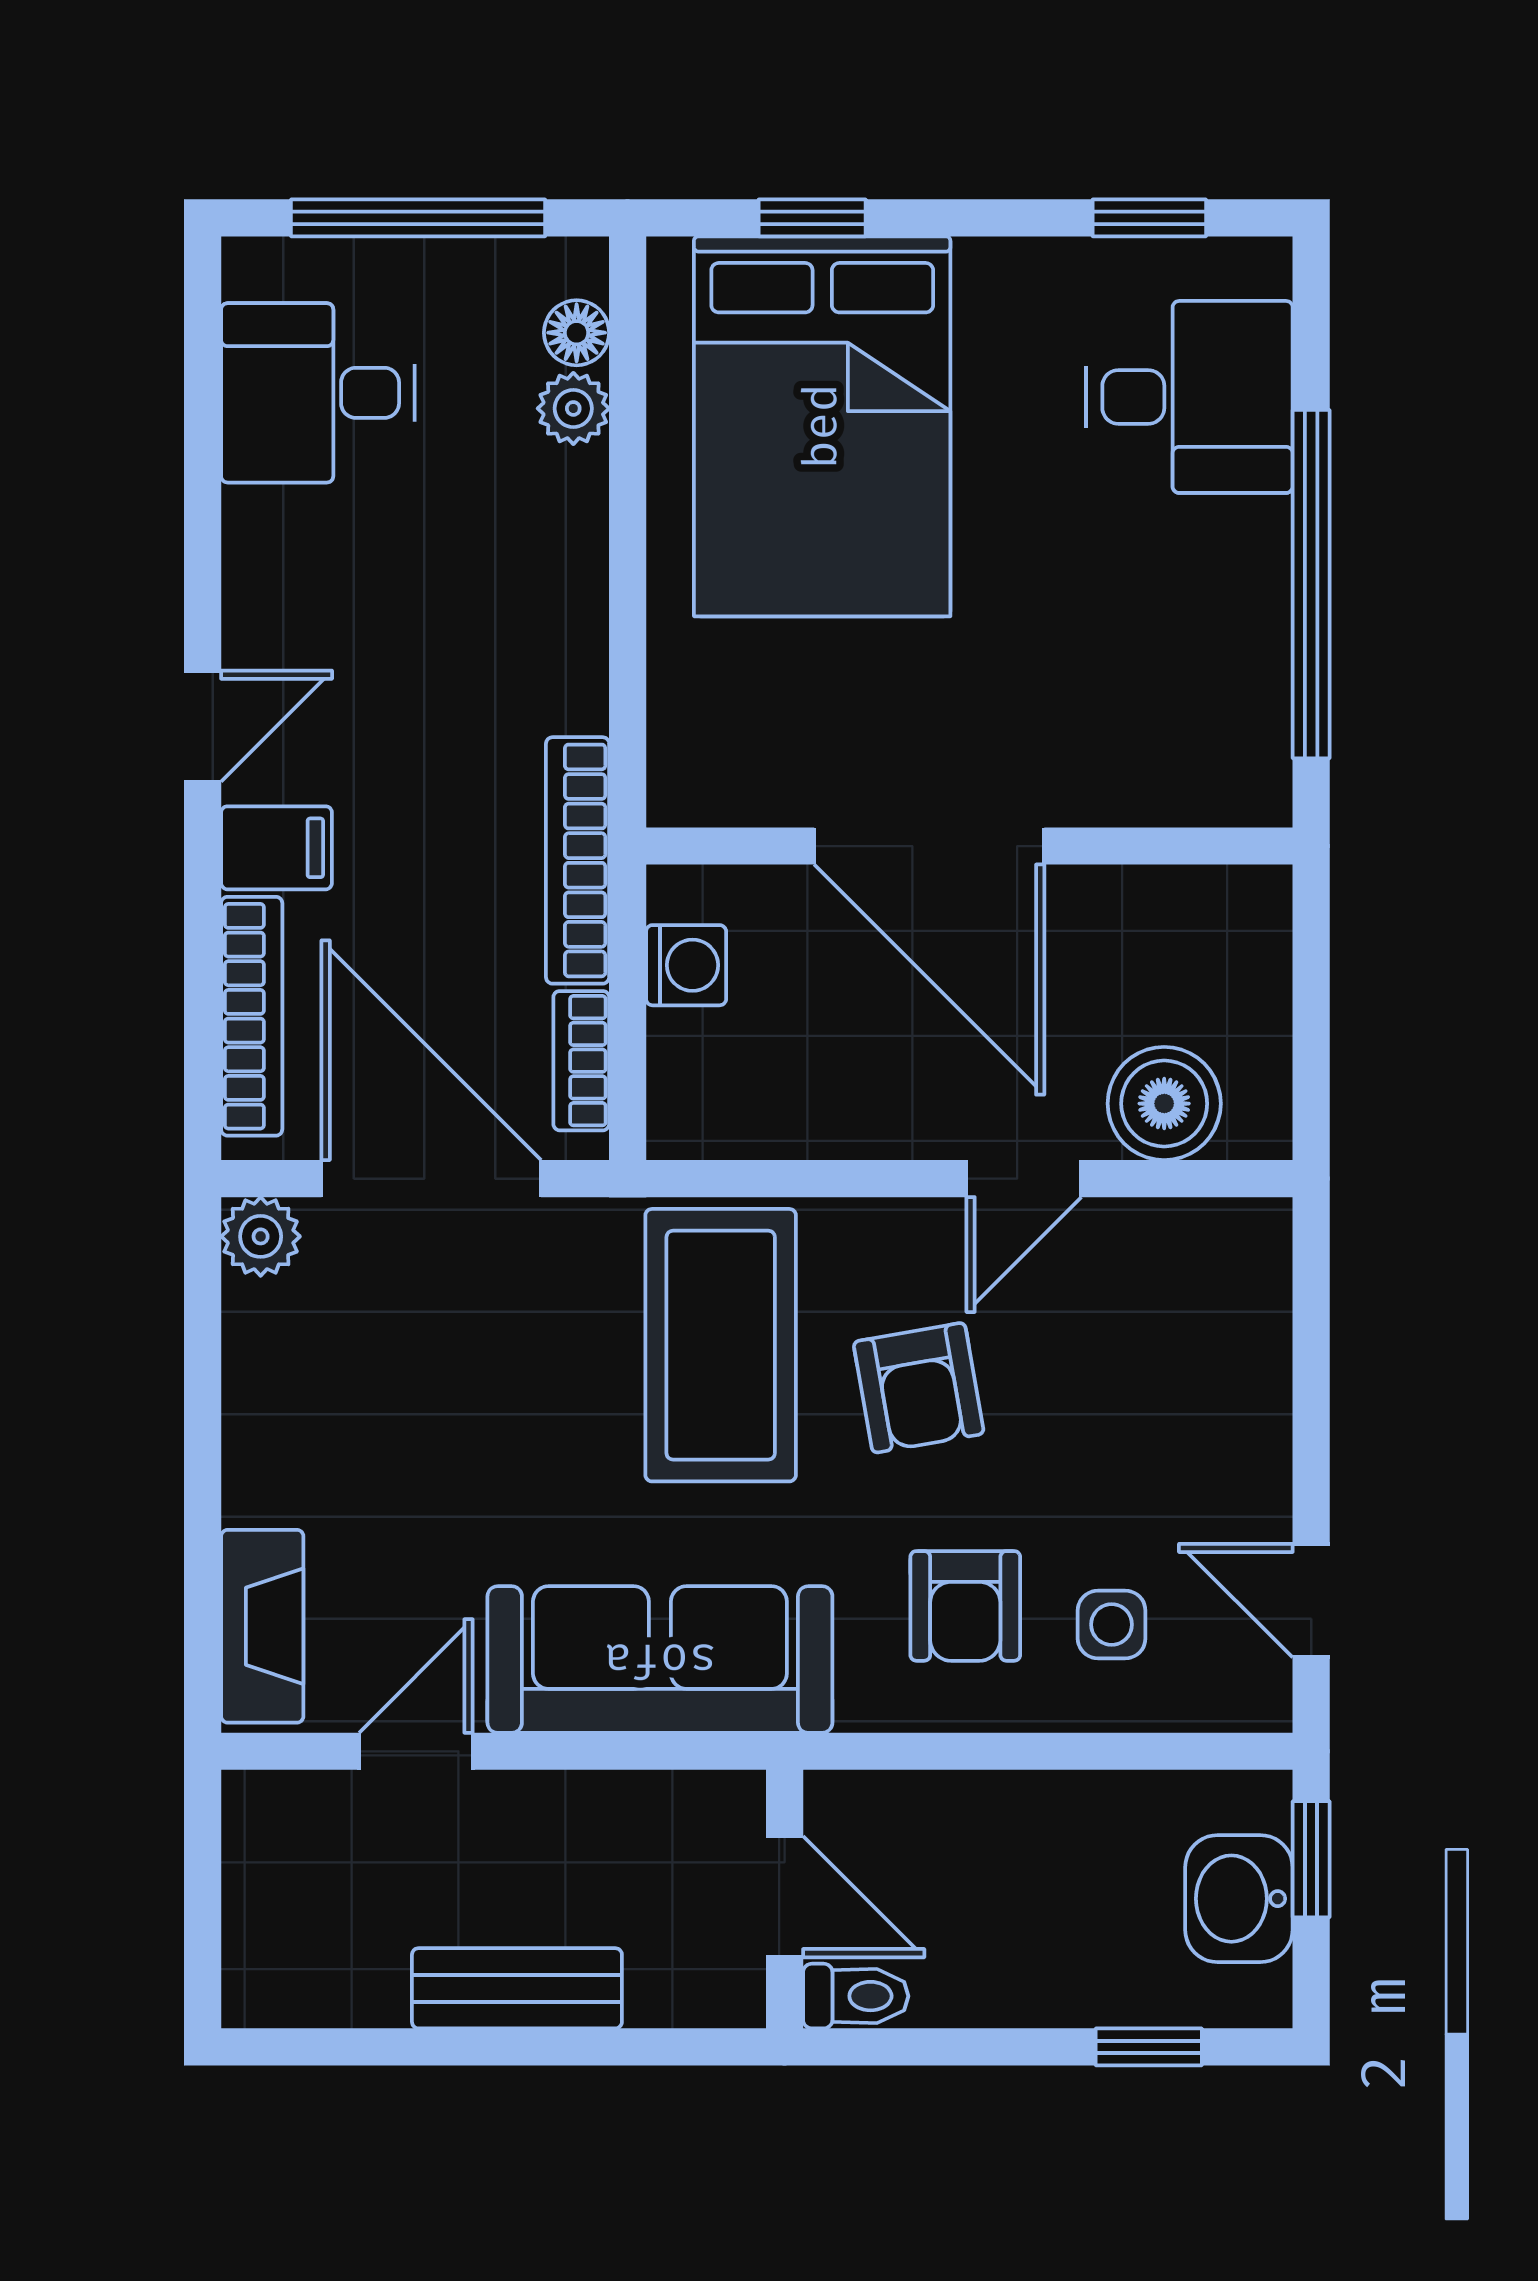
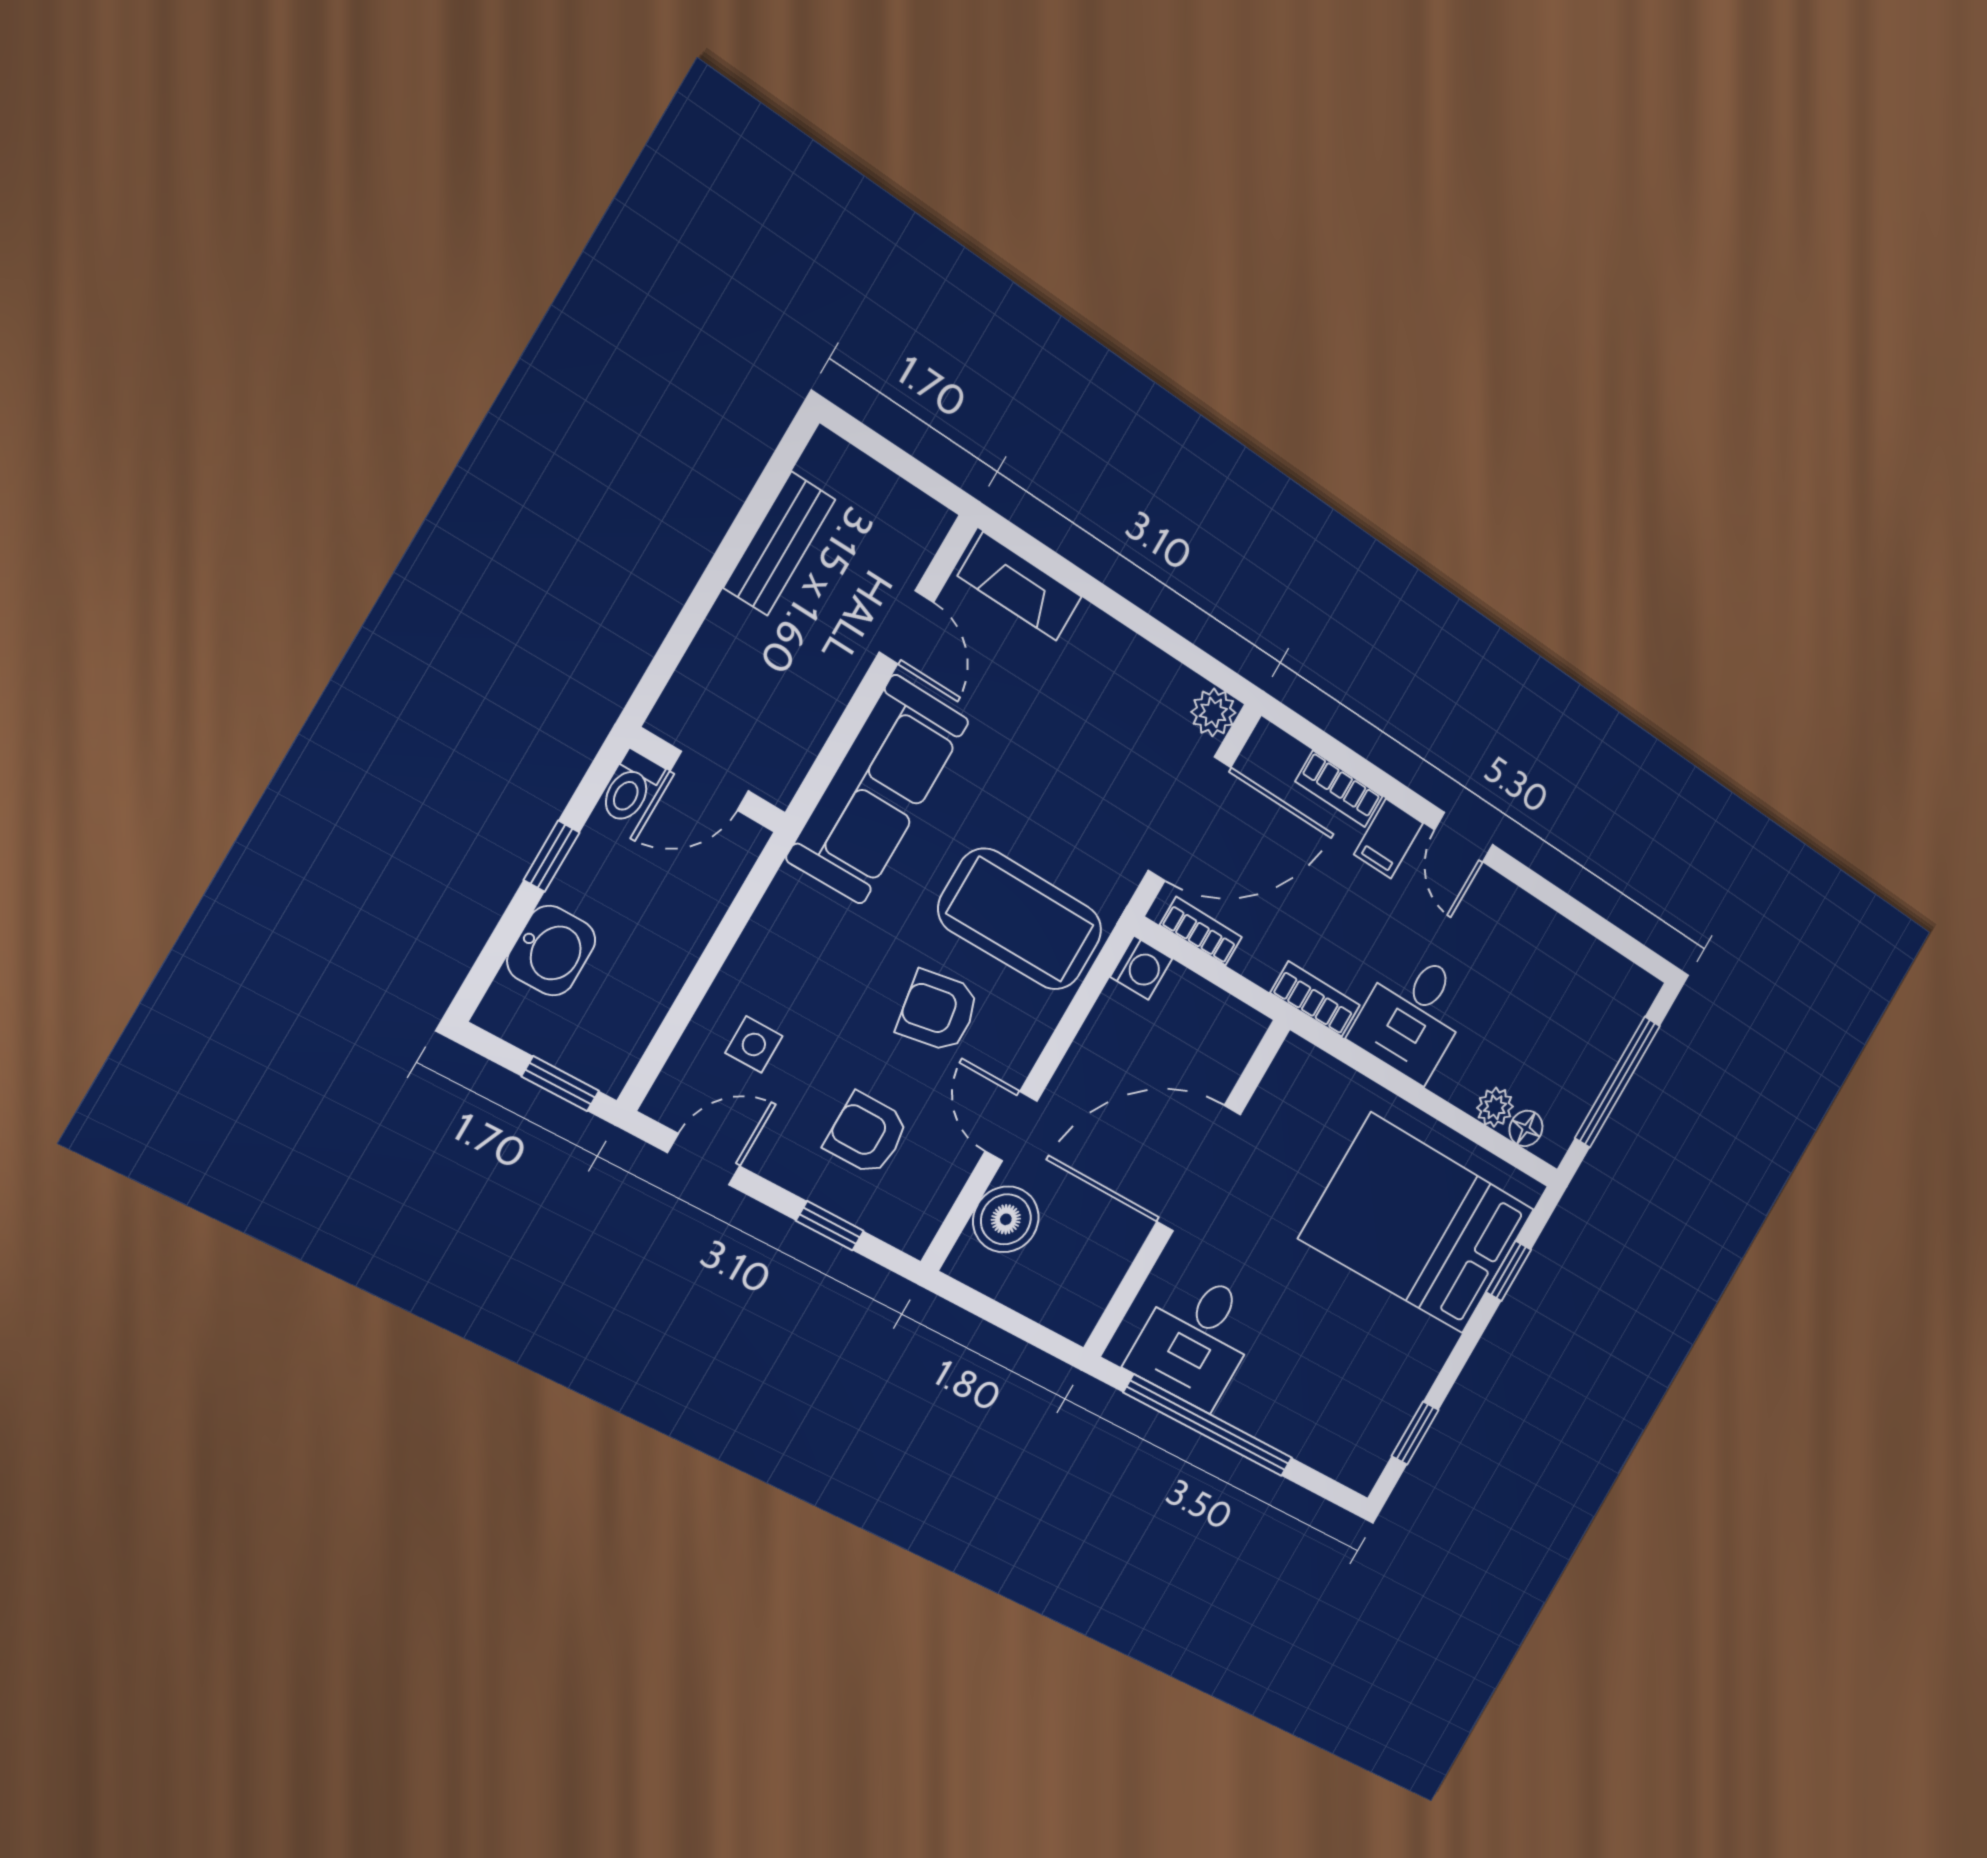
desk: (318, 393) -> (1412, 1015), moved, turned 180
desk: (1189, 397) -> (1196, 1339), moved
bookcase: (578, 860) -> (1315, 999), width x0.64
washing machine: (686, 965) -> (1141, 968), moved, turned -90
bookcase: (252, 1016) -> (1339, 789), width x0.64
window: (1311, 1363) -> (830, 1226), added
armchair: (965, 1606) -> (867, 1134), moved
washbasin: (1239, 1899) -> (551, 951), moved, turned 90
bench: (517, 1988) -> (779, 544), moved
window: (1149, 2047) -> (551, 856), moved

